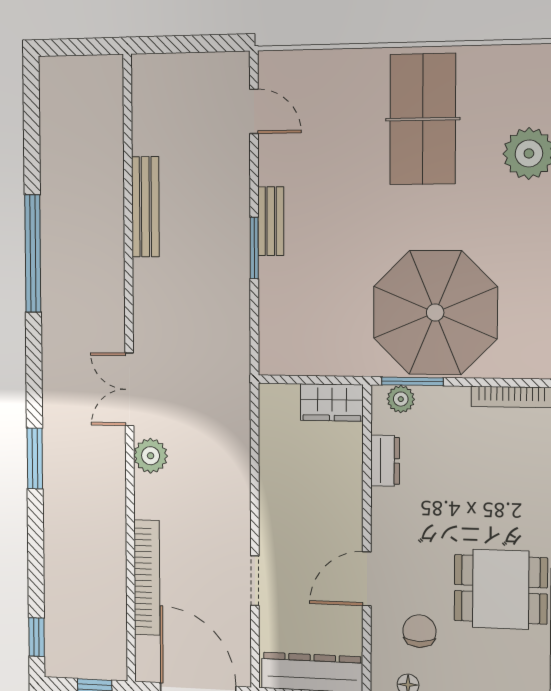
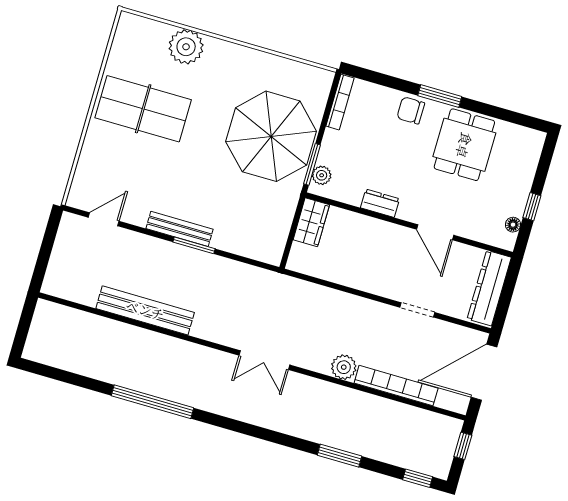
bench: (145, 207) -> (145, 310), width x1.37, depth x1.21
bench: (271, 221) -> (180, 229), width x1.36
plant: (151, 456) -> (344, 367), moved
window: (35, 458) -> (339, 456), moved
dresser: (385, 461) -> (380, 203), moved
chair: (419, 631) -> (411, 110), moved

